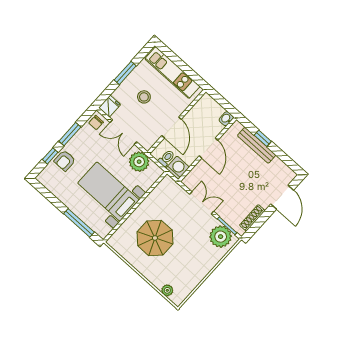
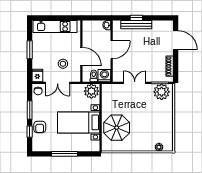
stool: (144, 97) -> (63, 64), moved
door: (209, 148) -> (112, 50), hinge flipped
plant: (139, 162) -> (91, 91), moved
window: (79, 223) -> (64, 154), moved
parasol: (155, 238) -> (117, 128), moved

